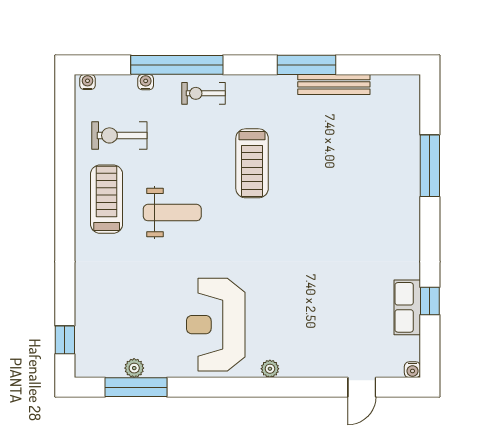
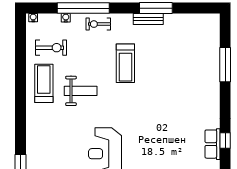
bench: (334, 84) -> (148, 19), moved, width x0.73
exercise bike: (119, 135) -> (51, 48), turned 180

